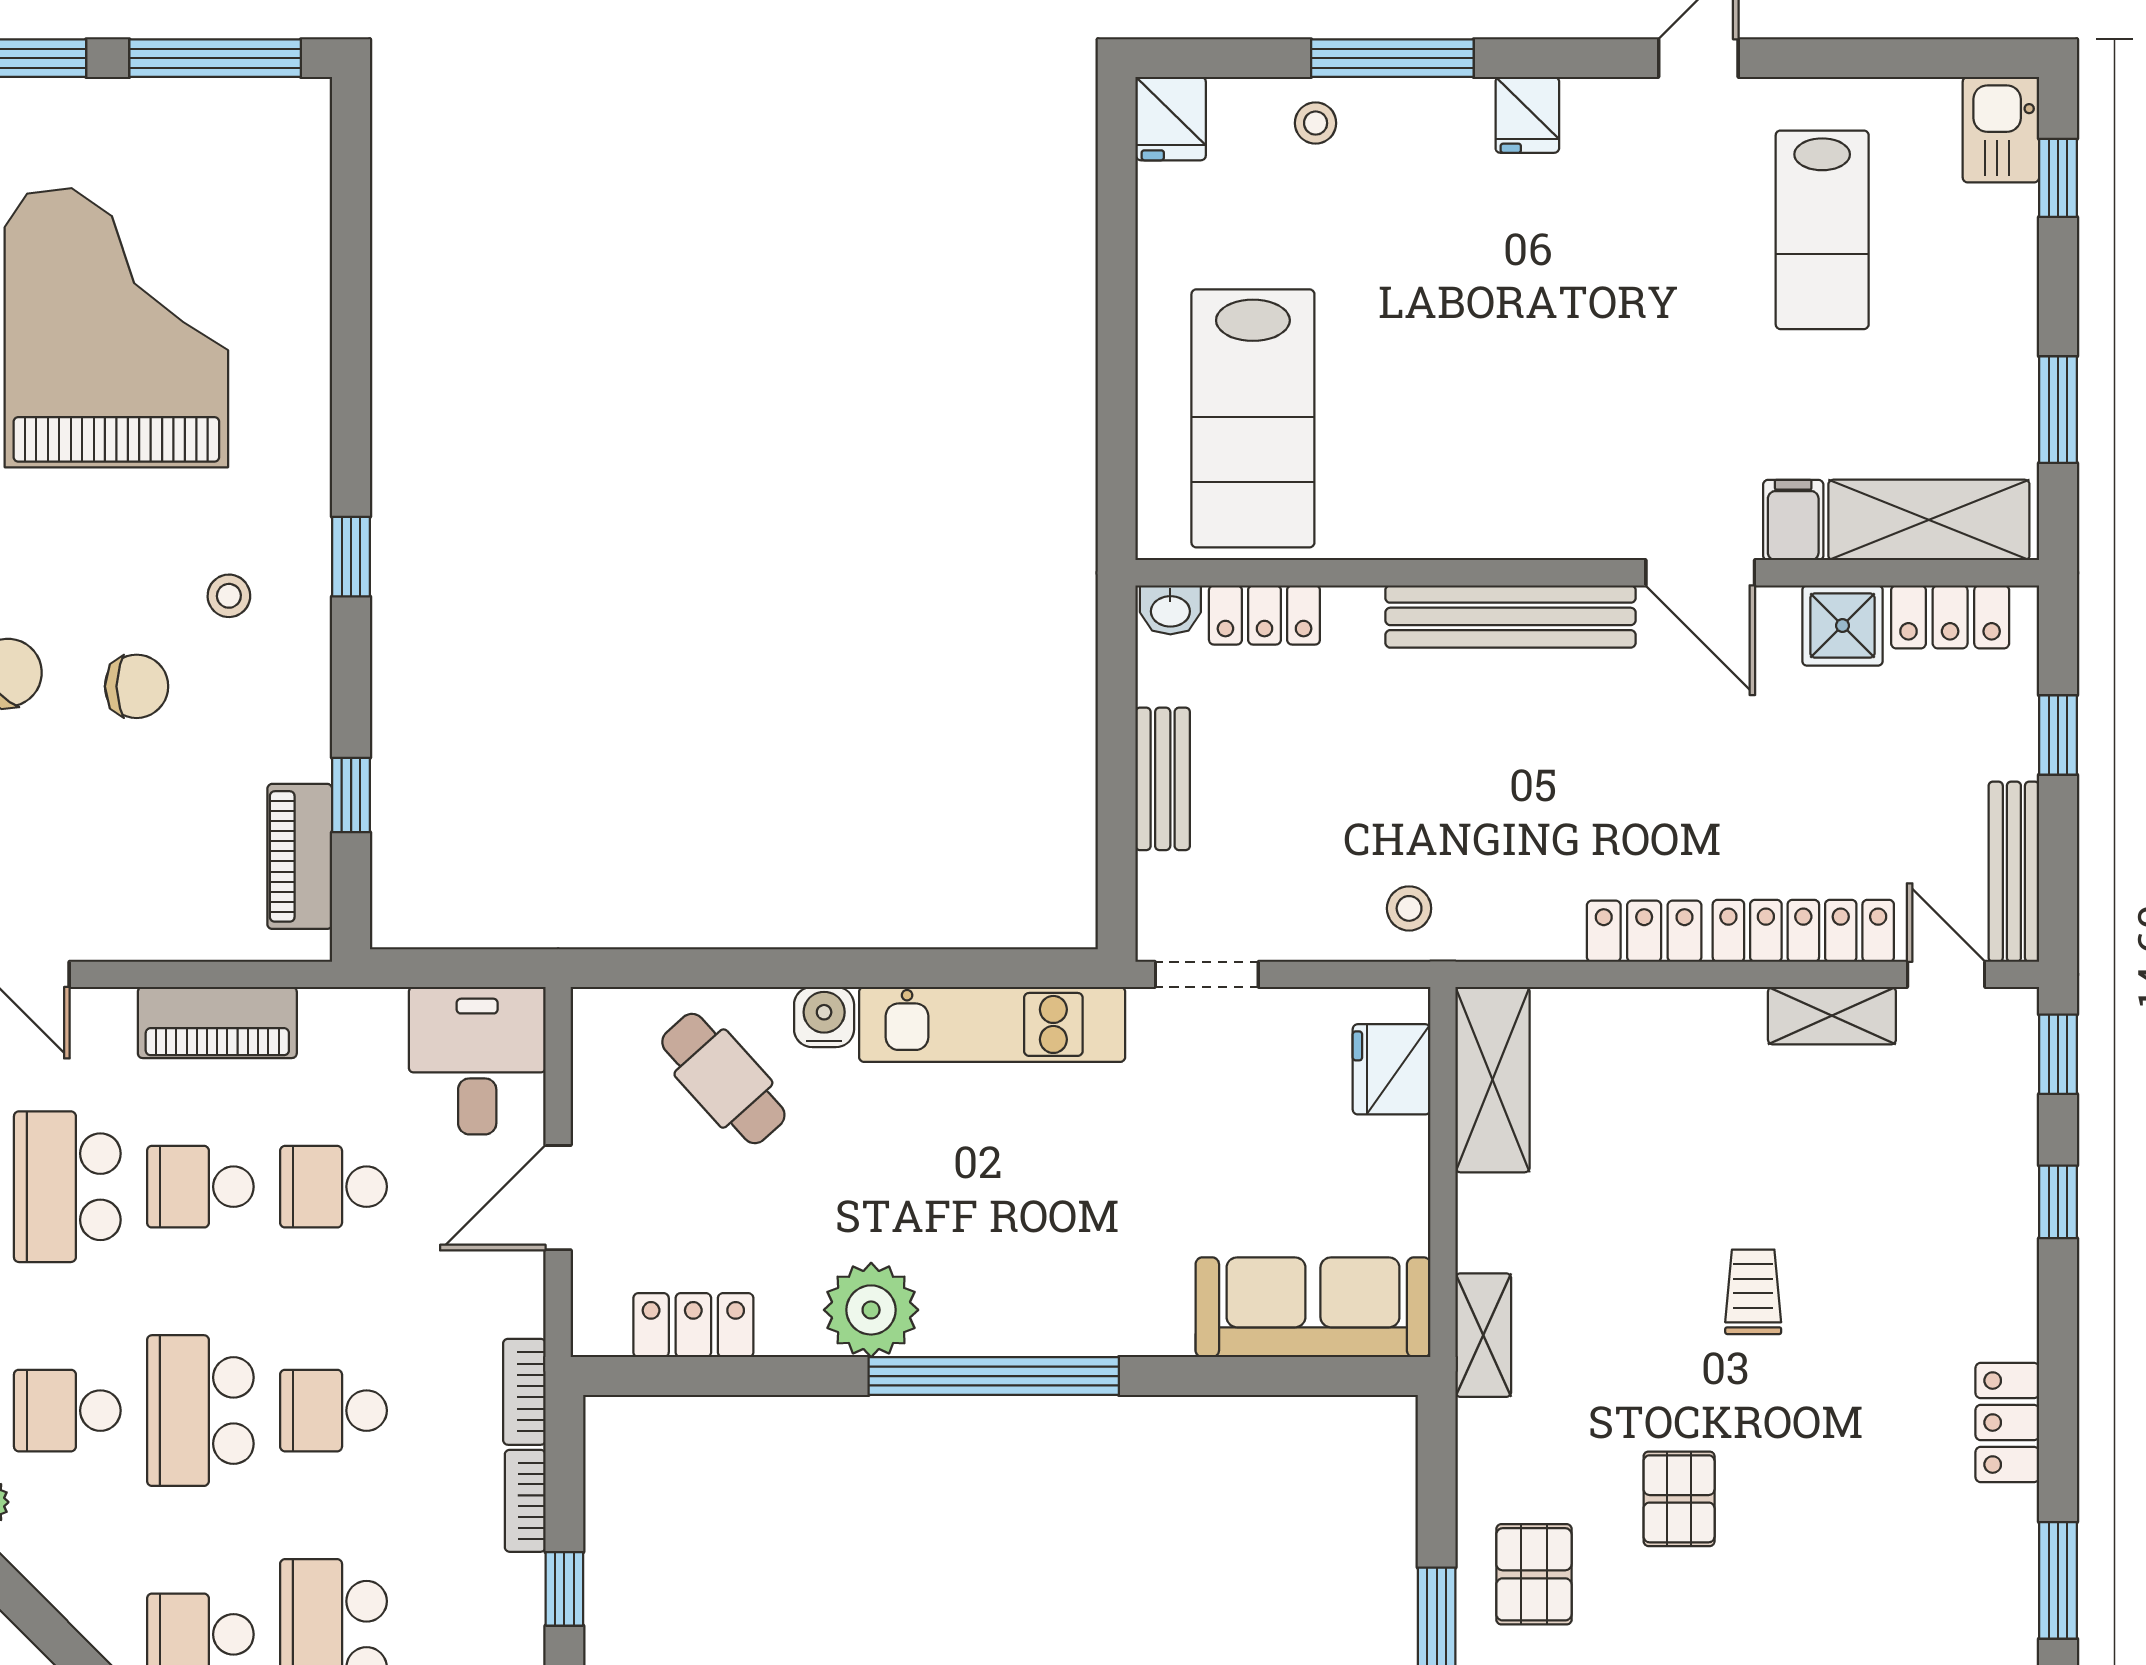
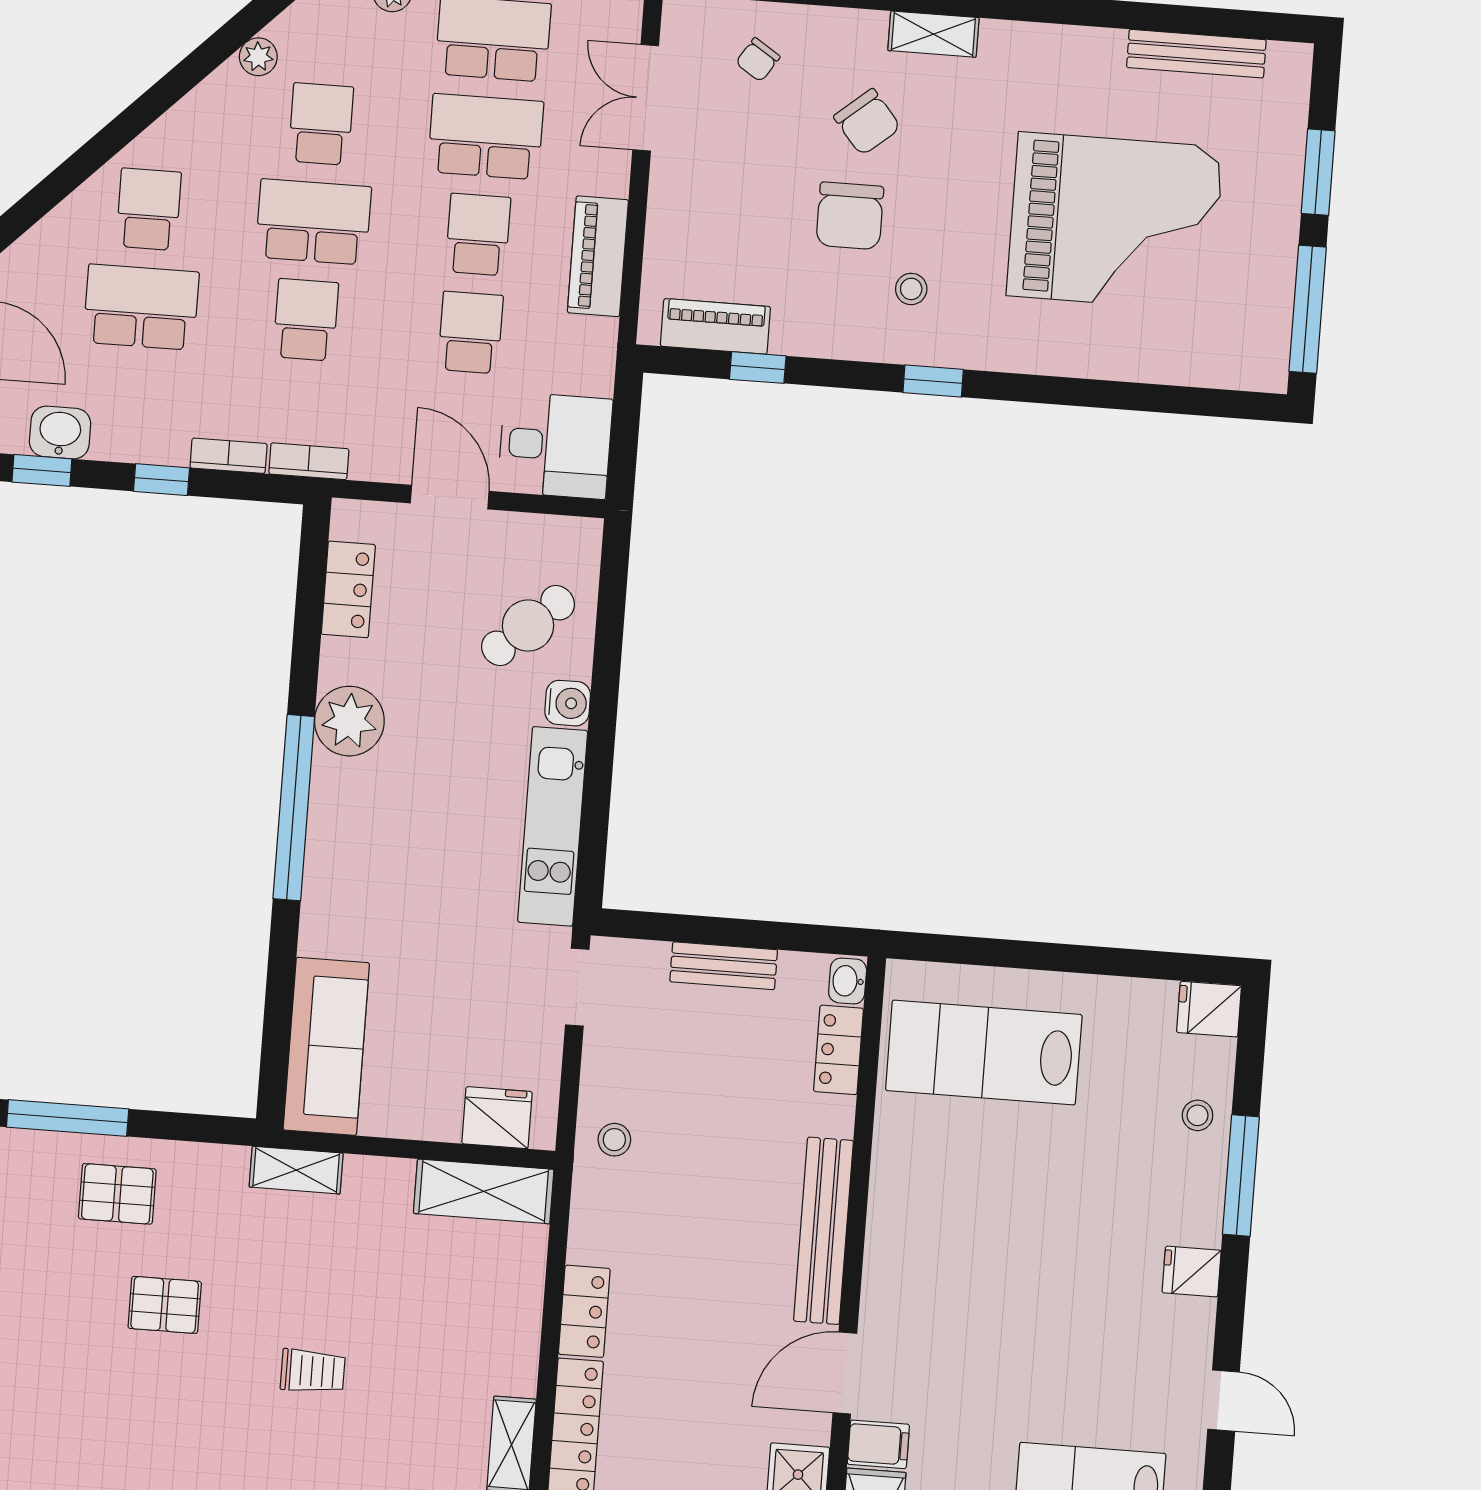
chair: (137, 686) -> (850, 216), width x1.37, depth x1.37

